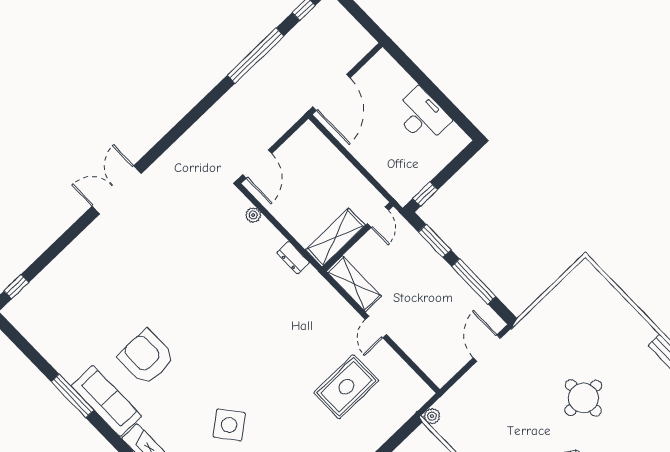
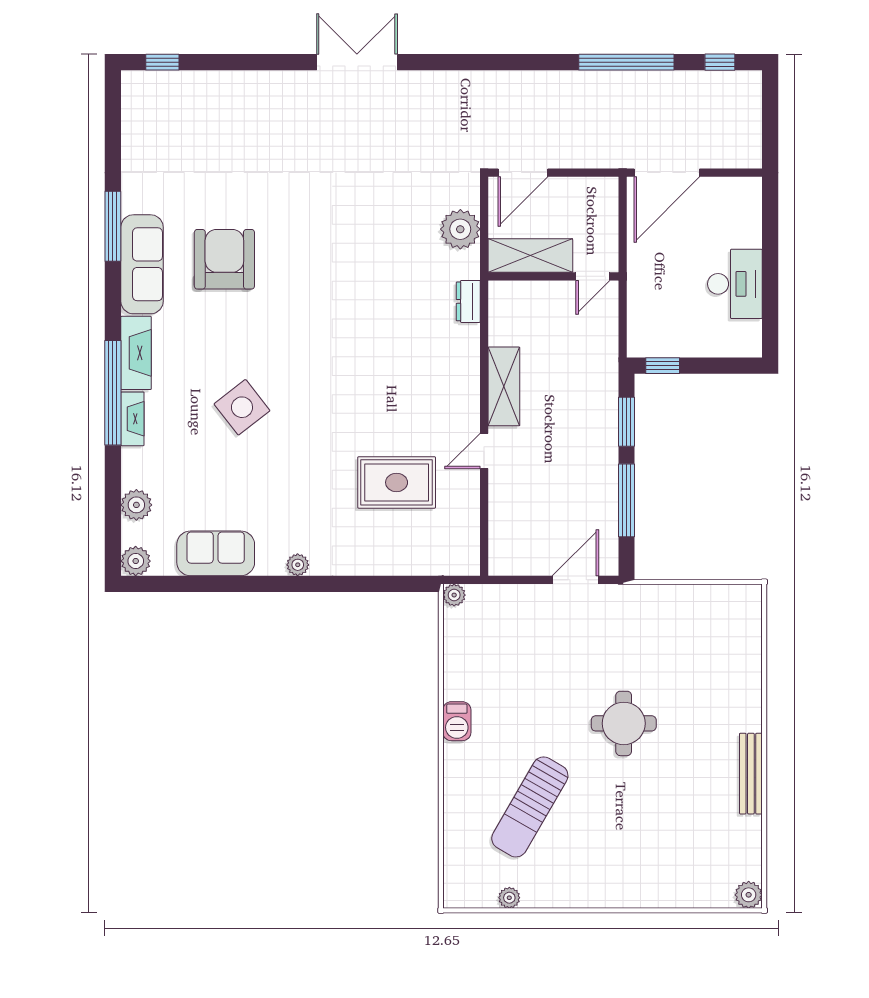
plant: (253, 215) -> (460, 229), width x1.88, depth x1.88
door: (378, 217) -> (593, 276), moved
shelving: (335, 237) -> (530, 256), moved
wall: (358, 237) -> (553, 276), moved

